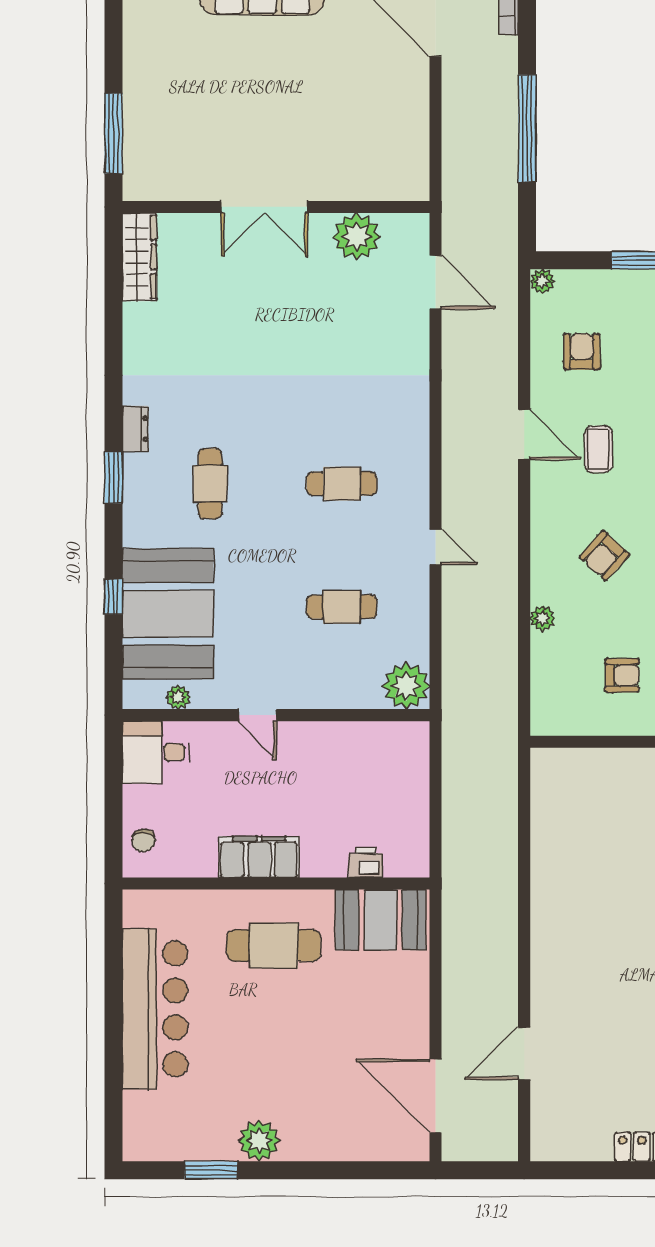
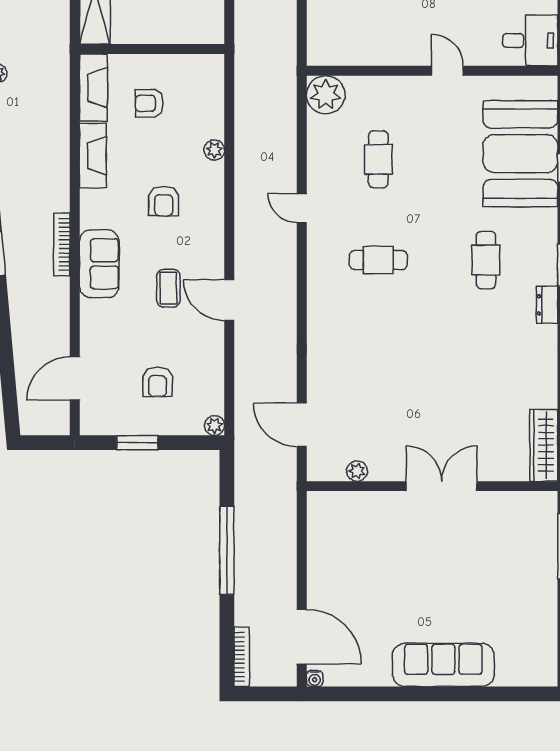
plant: (357, 236) -> (357, 471), width x0.53, depth x0.53
armchair: (582, 352) -> (158, 382), moved
armchair: (604, 556) -> (164, 201), turned 138
cafe table: (342, 607) -> (378, 159), turned 90
plant: (178, 697) -> (512, 85), removed

